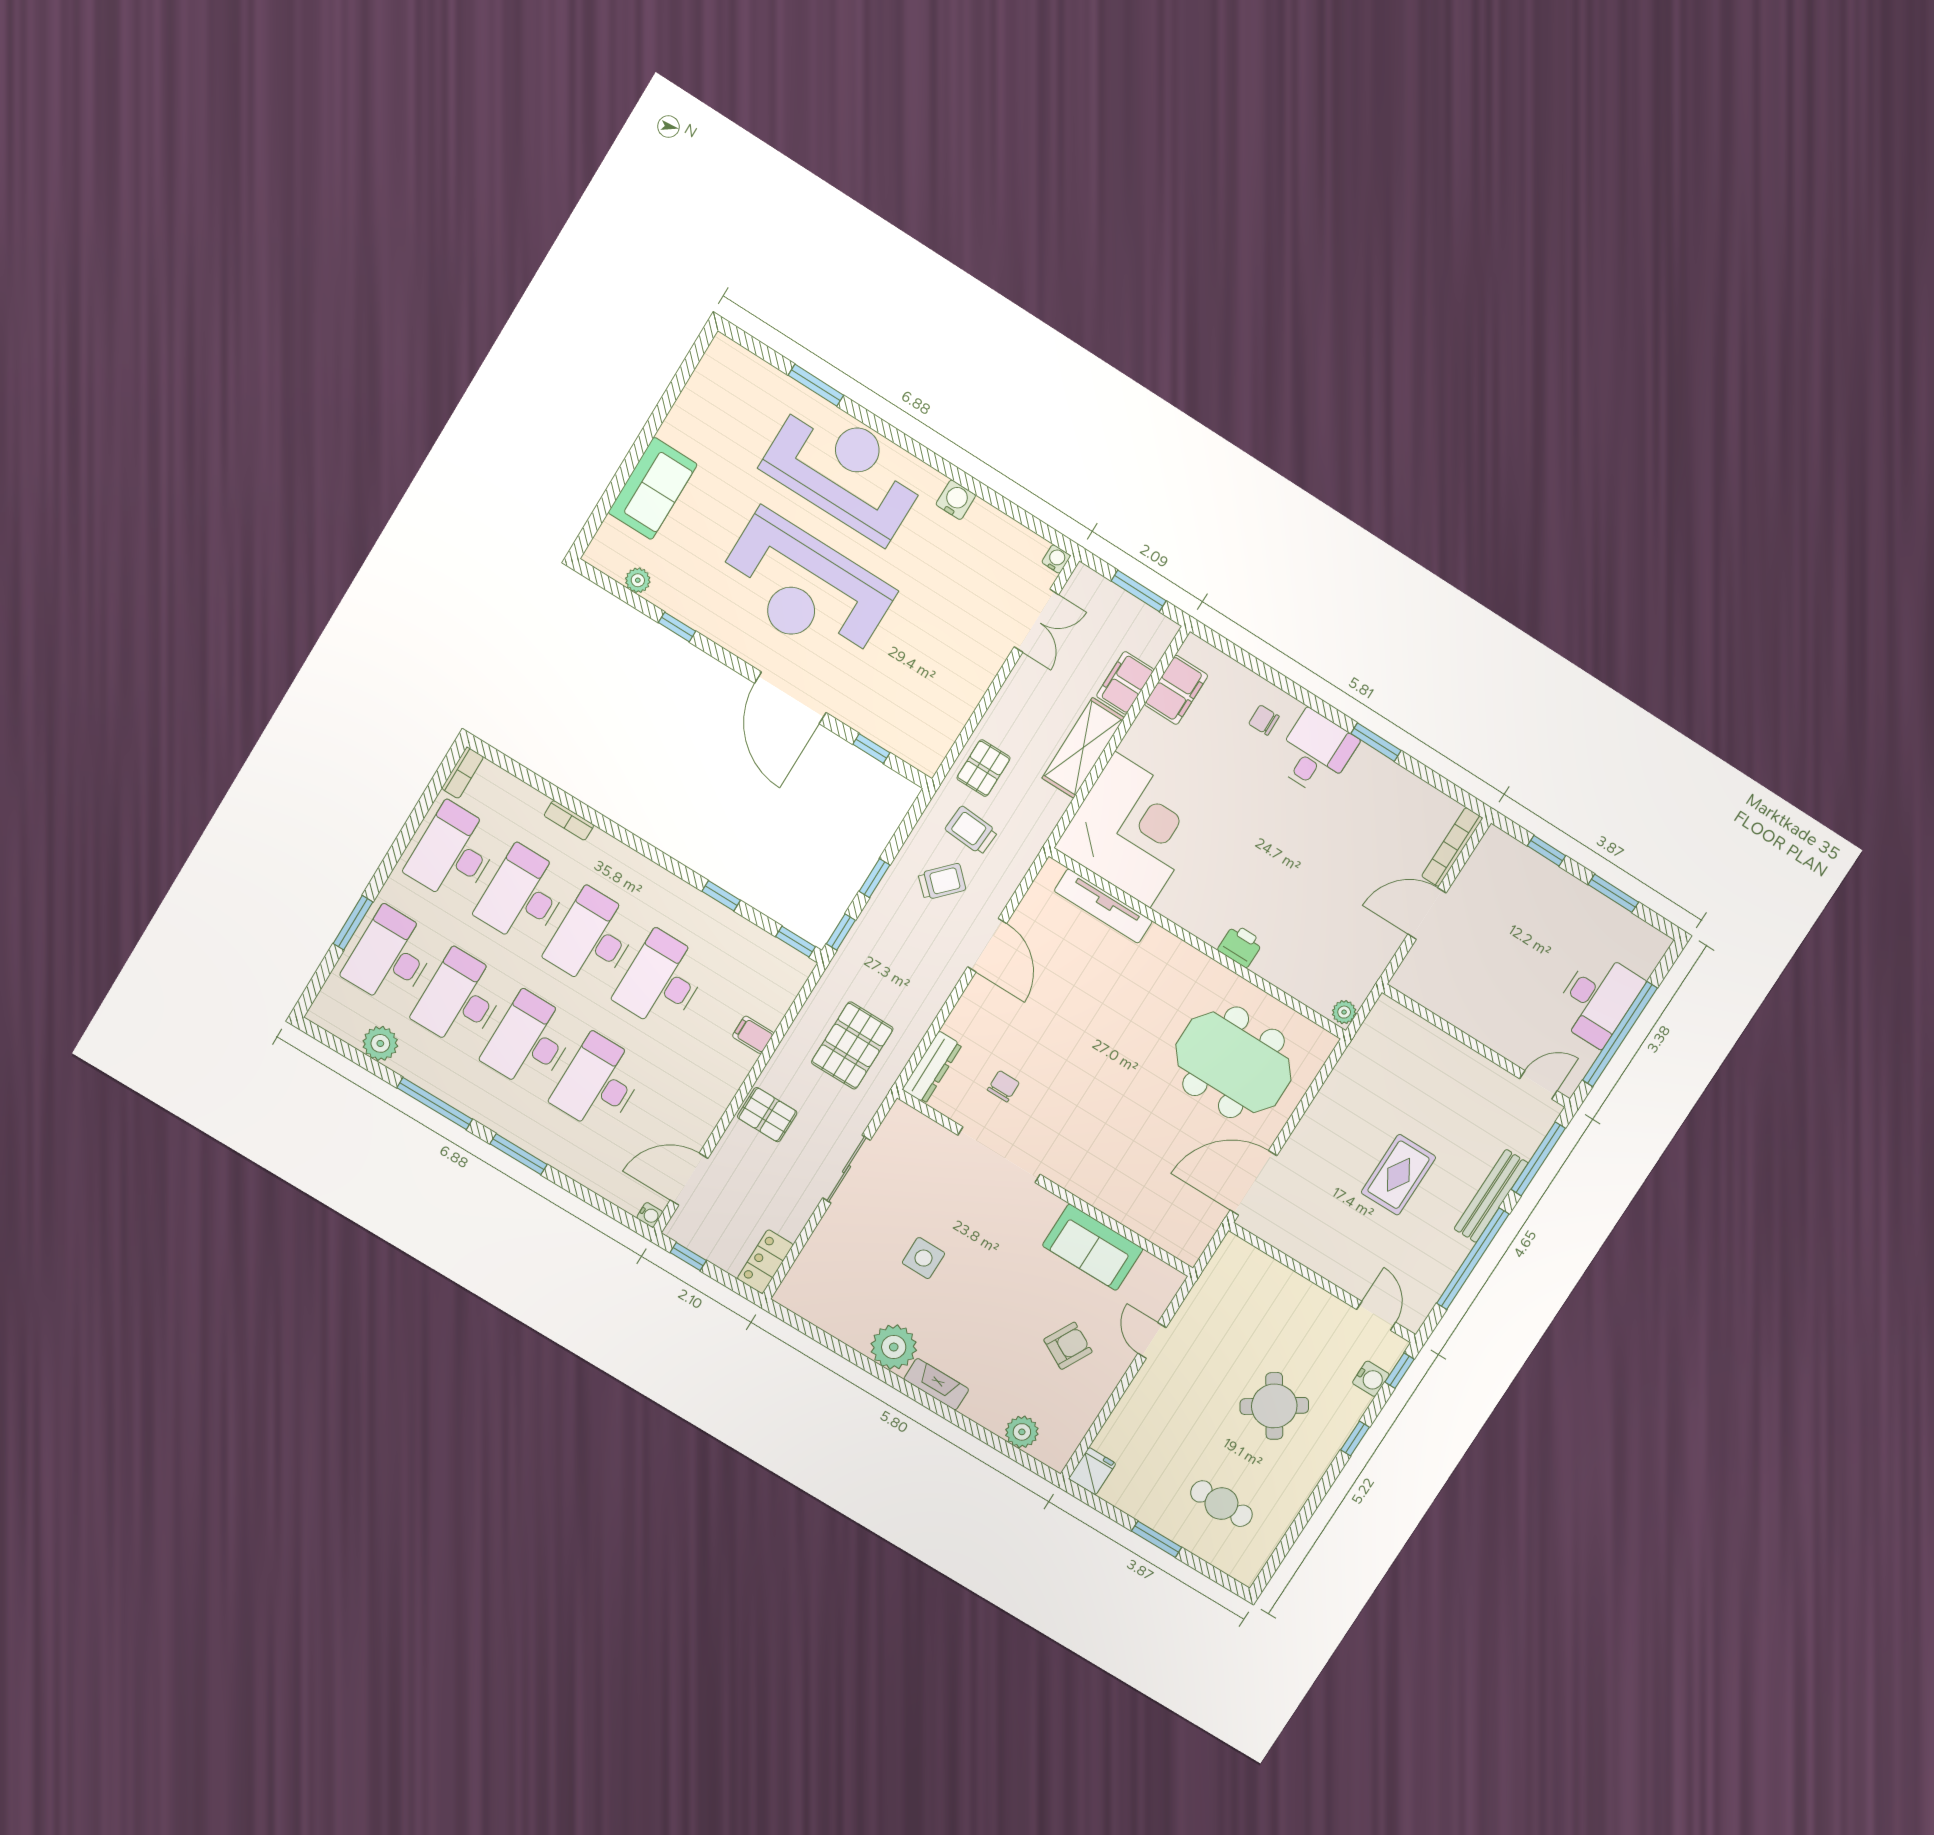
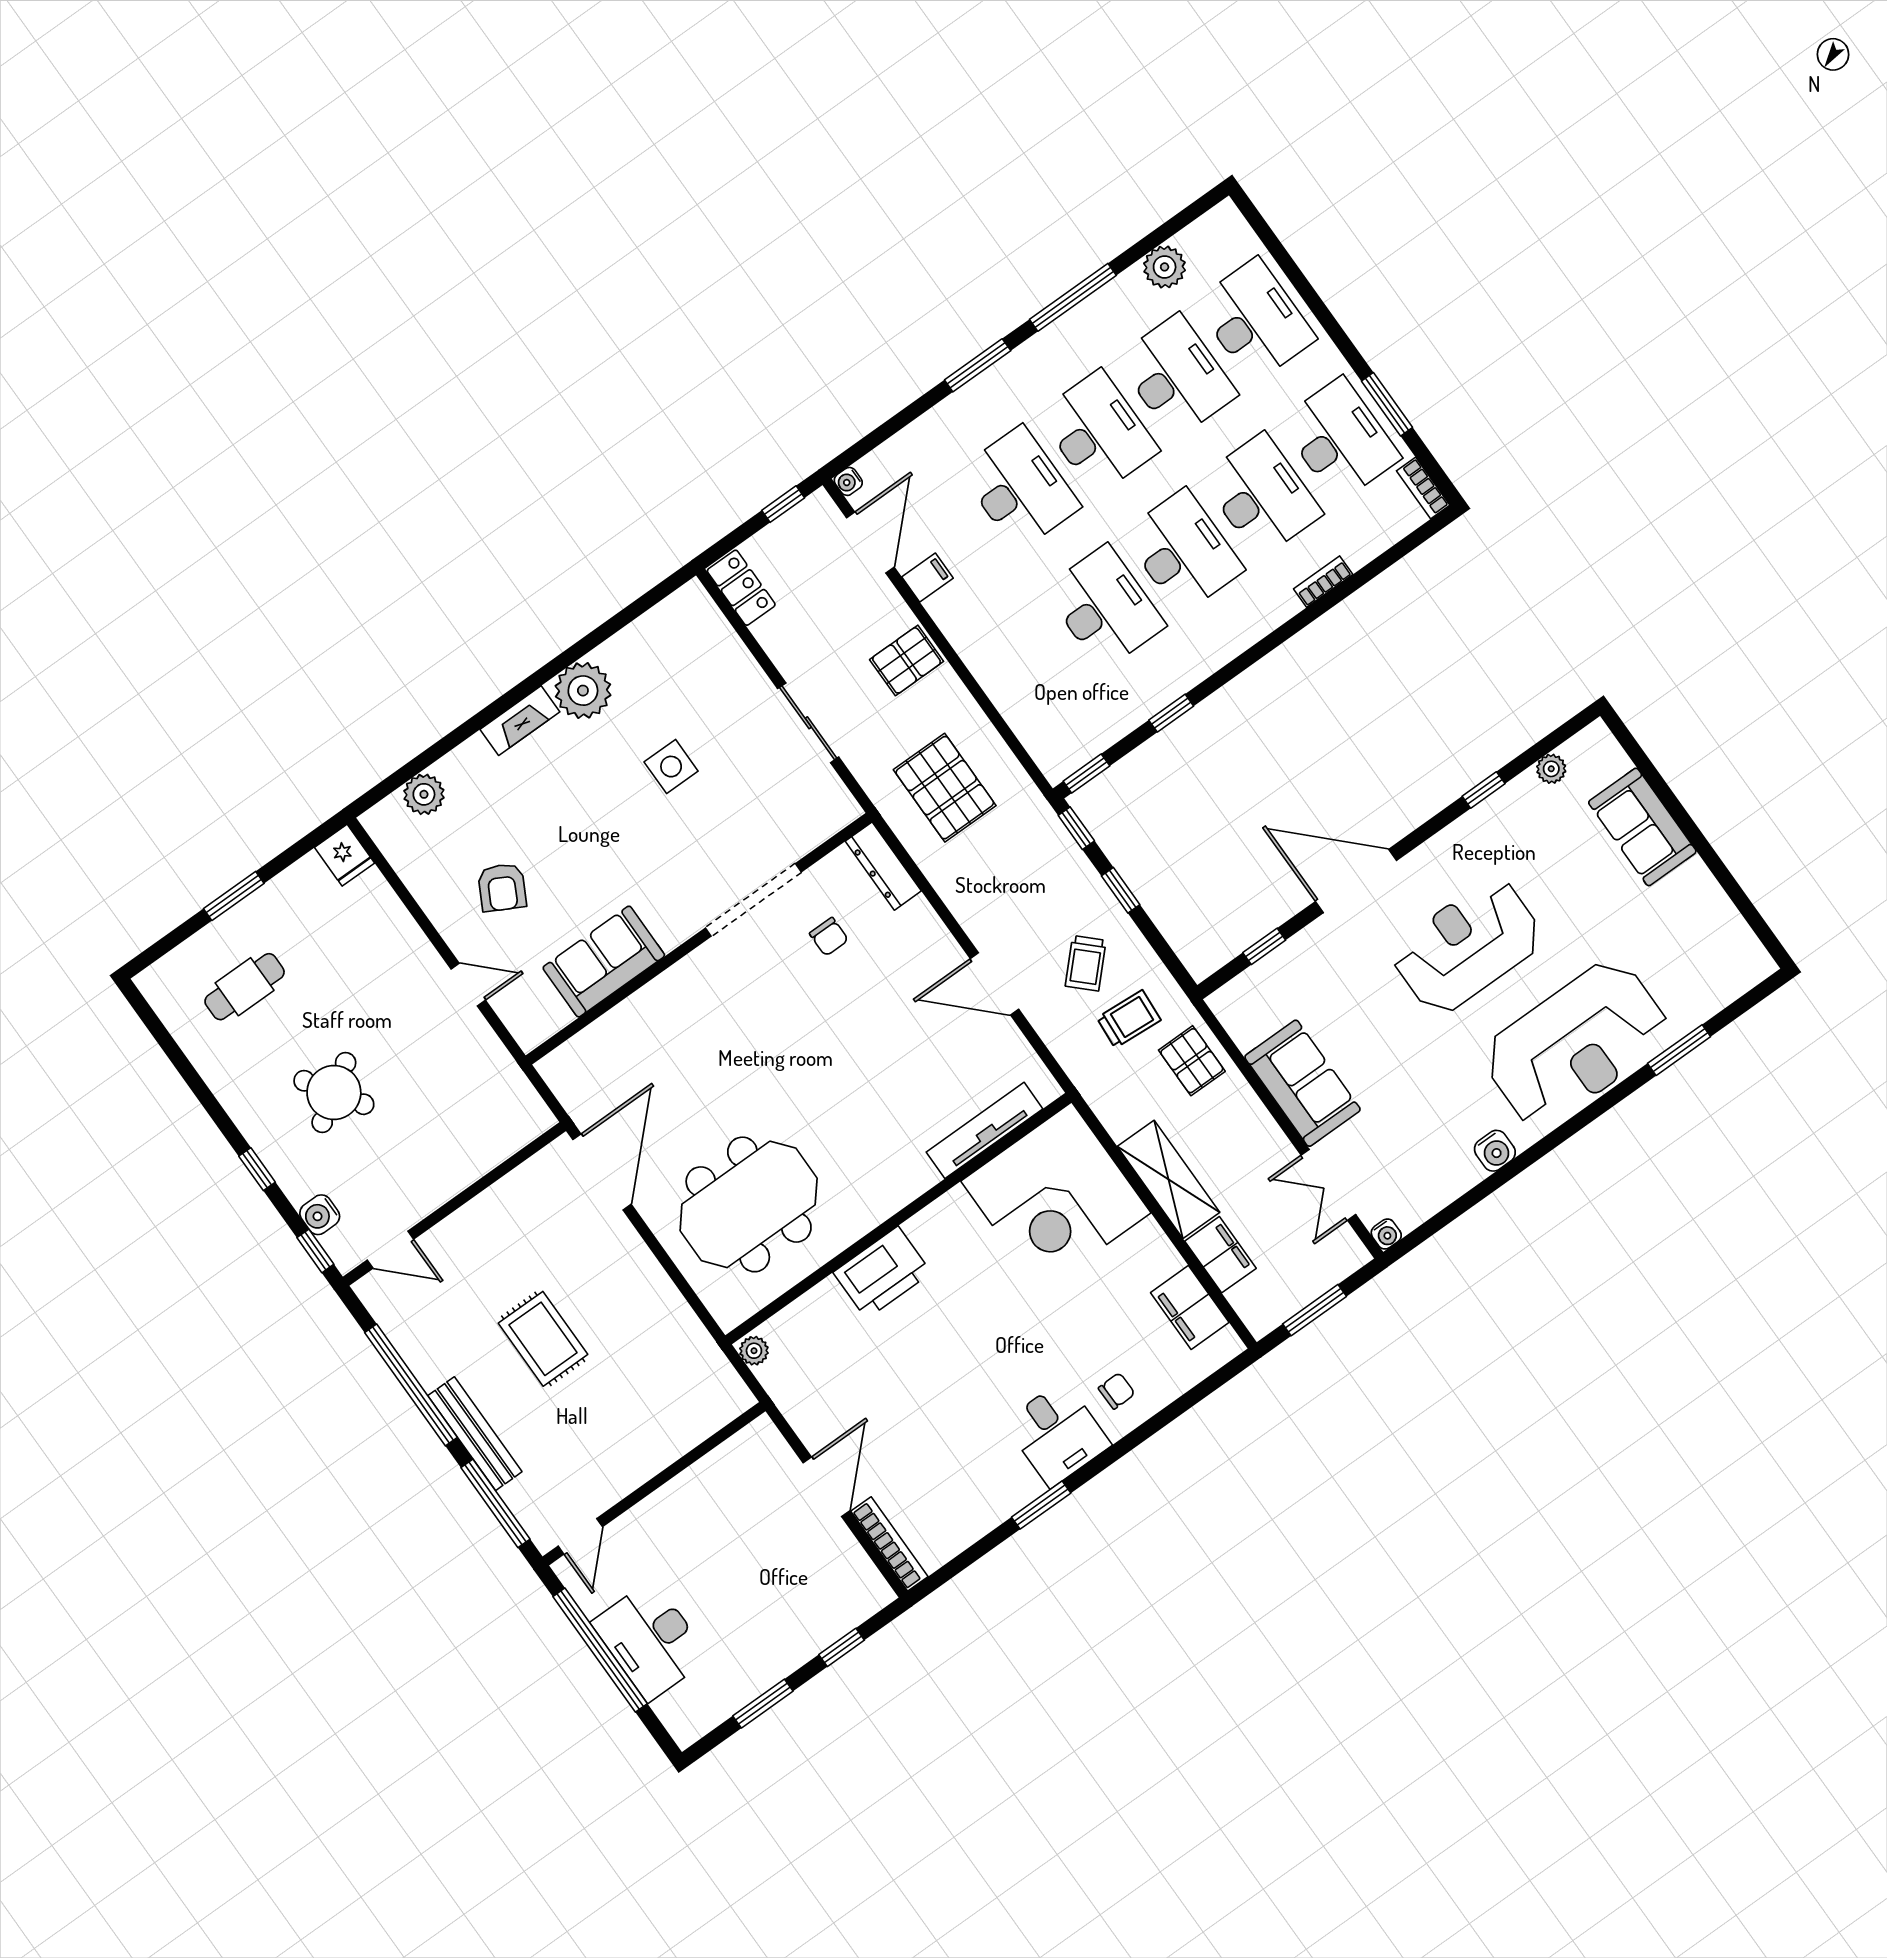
reception desk: (804, 589) -> (1467, 946), width x0.74, depth x0.77
sofa: (965, 674) -> (1302, 1083), added
window: (353, 923) -> (1387, 404), moved
printer: (1240, 946) -> (882, 1273), width x1.87, depth x1.48
filing cabinet: (753, 1035) -> (927, 578), moved

